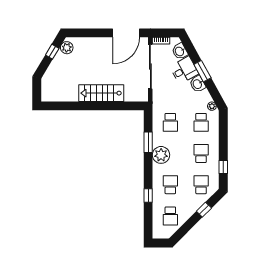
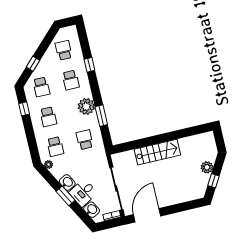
plant: (67, 48) -> (207, 167), moved
school desk: (201, 122) -> (55, 147), turned 180

